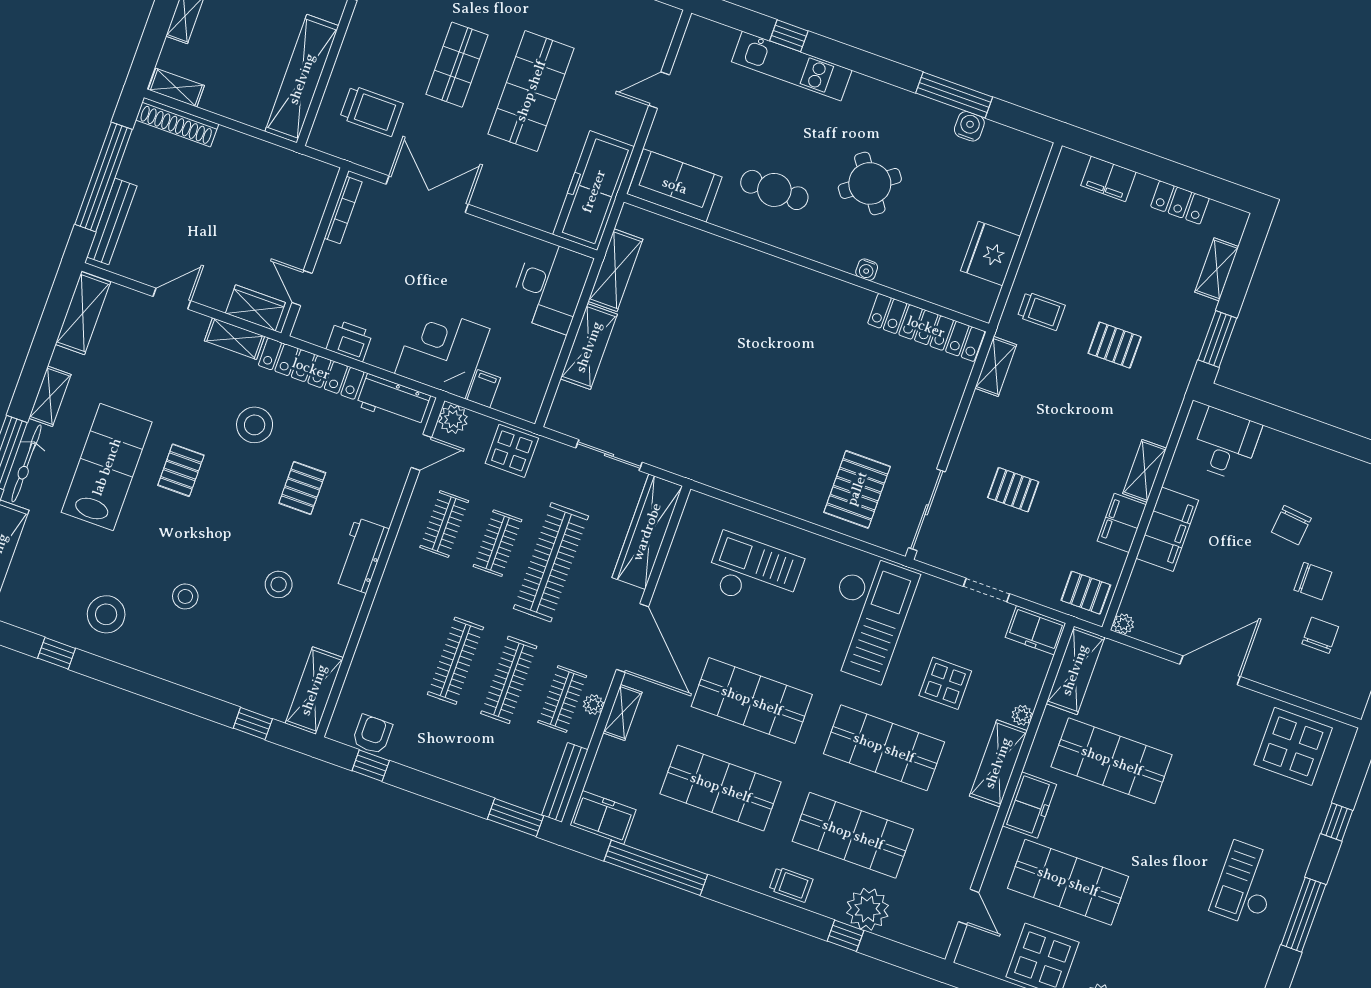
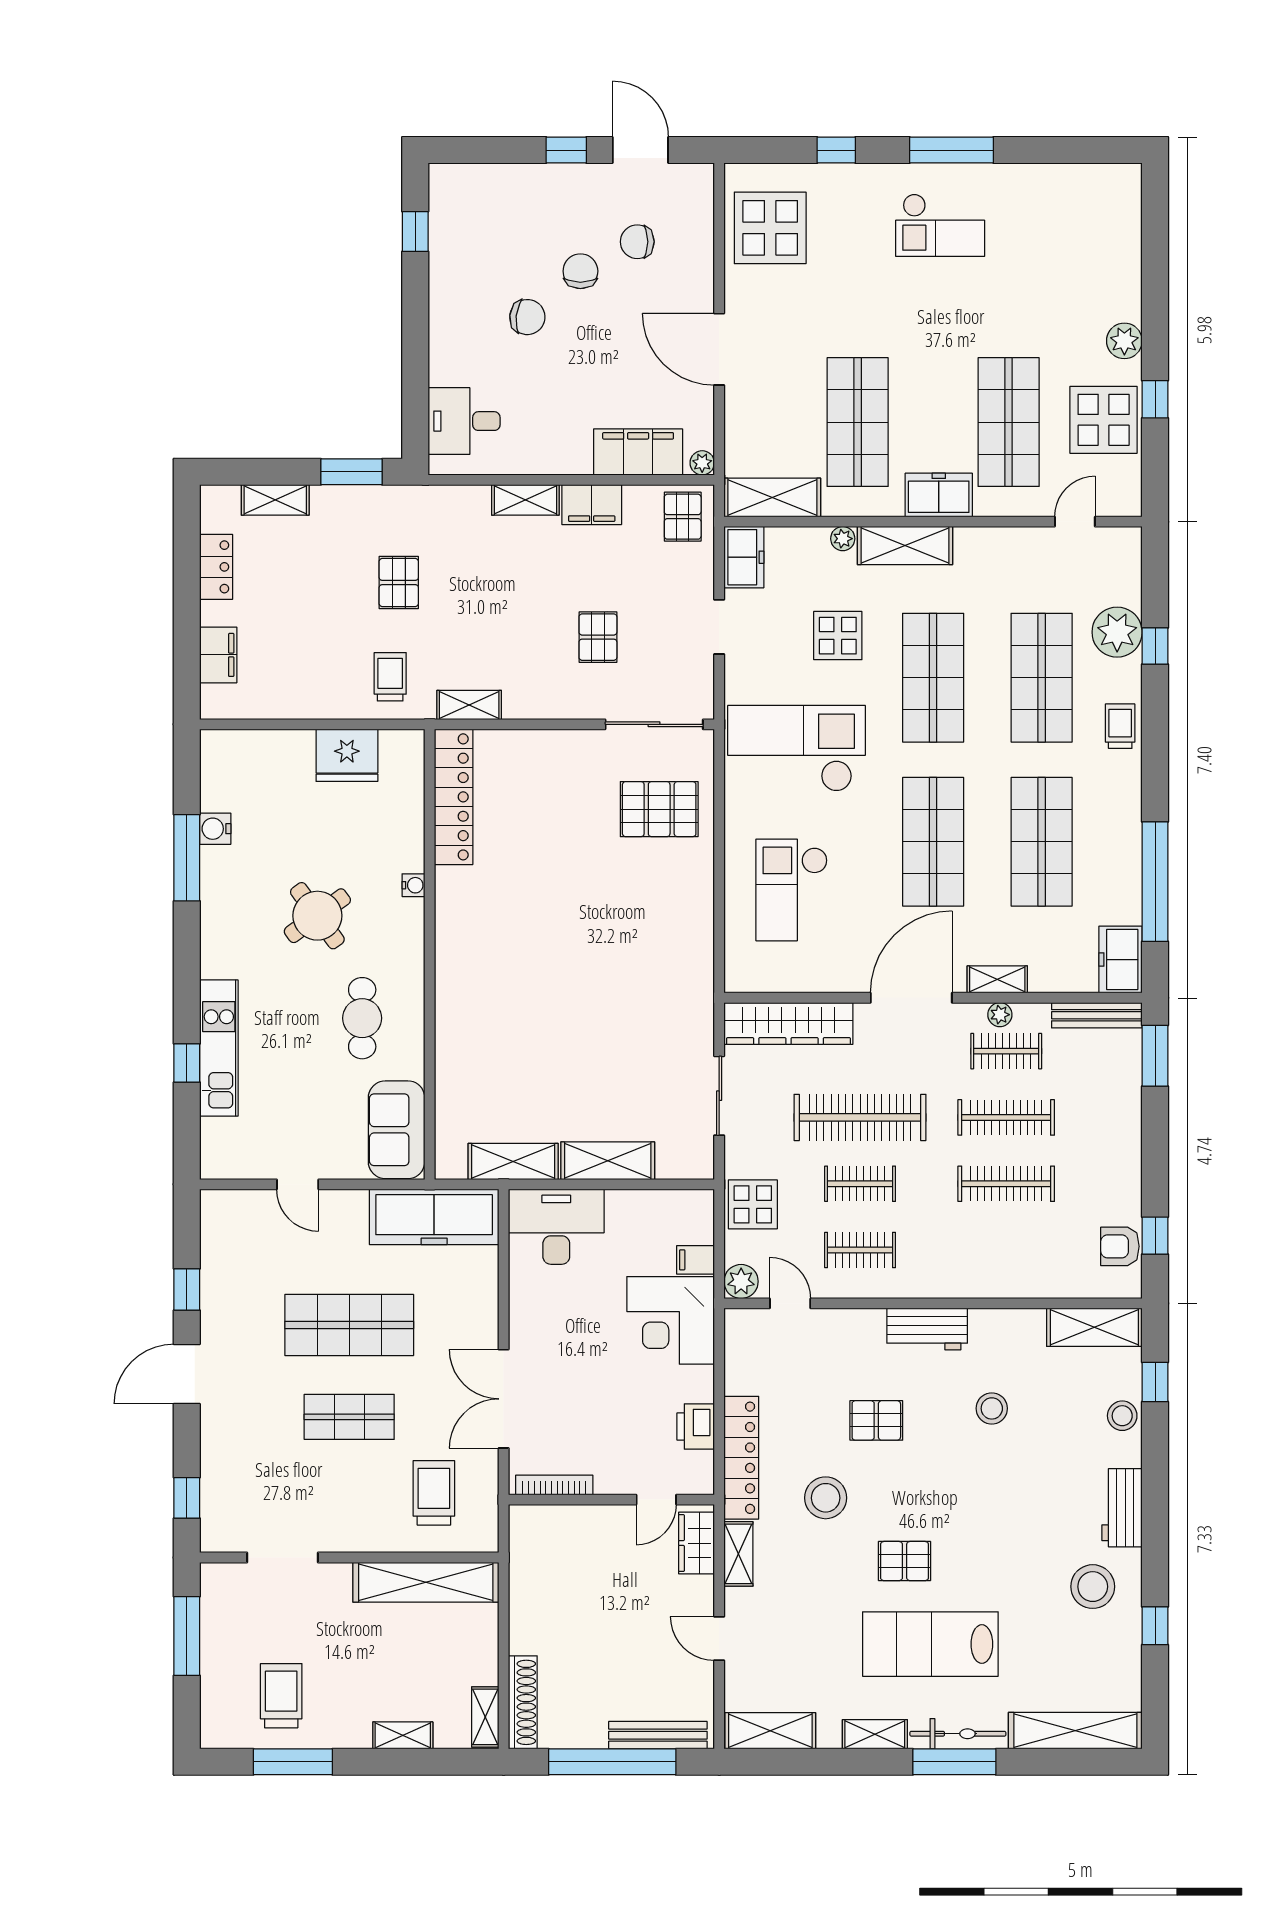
workbench: (393, 401) -> (1122, 1508), moved, turned 180
filing cabinet: (1167, 529) -> (638, 452), moved
stool: (185, 596) -> (1122, 1416), moved

